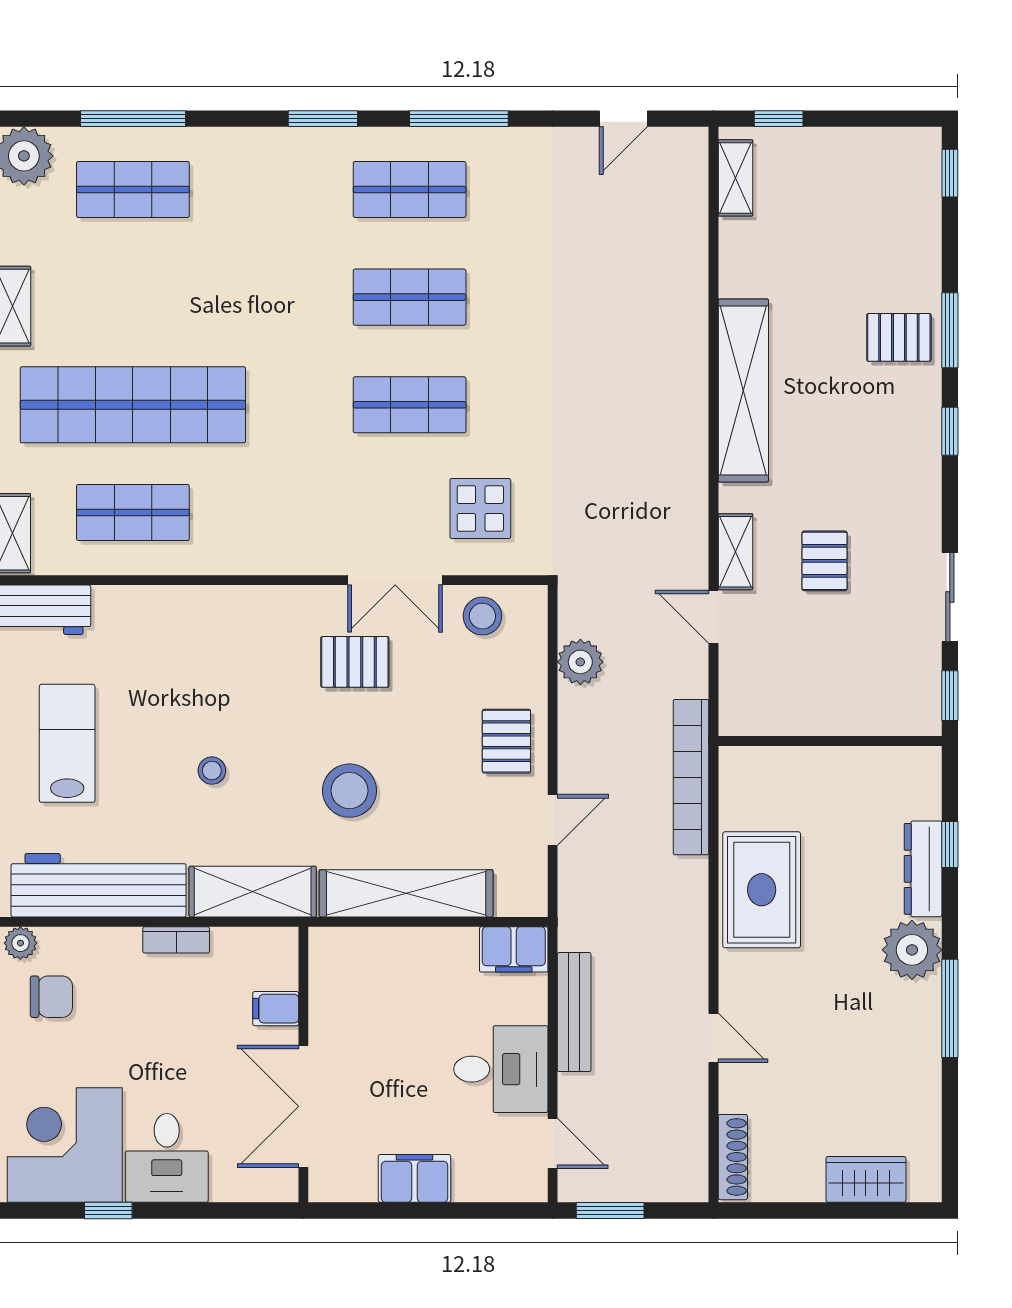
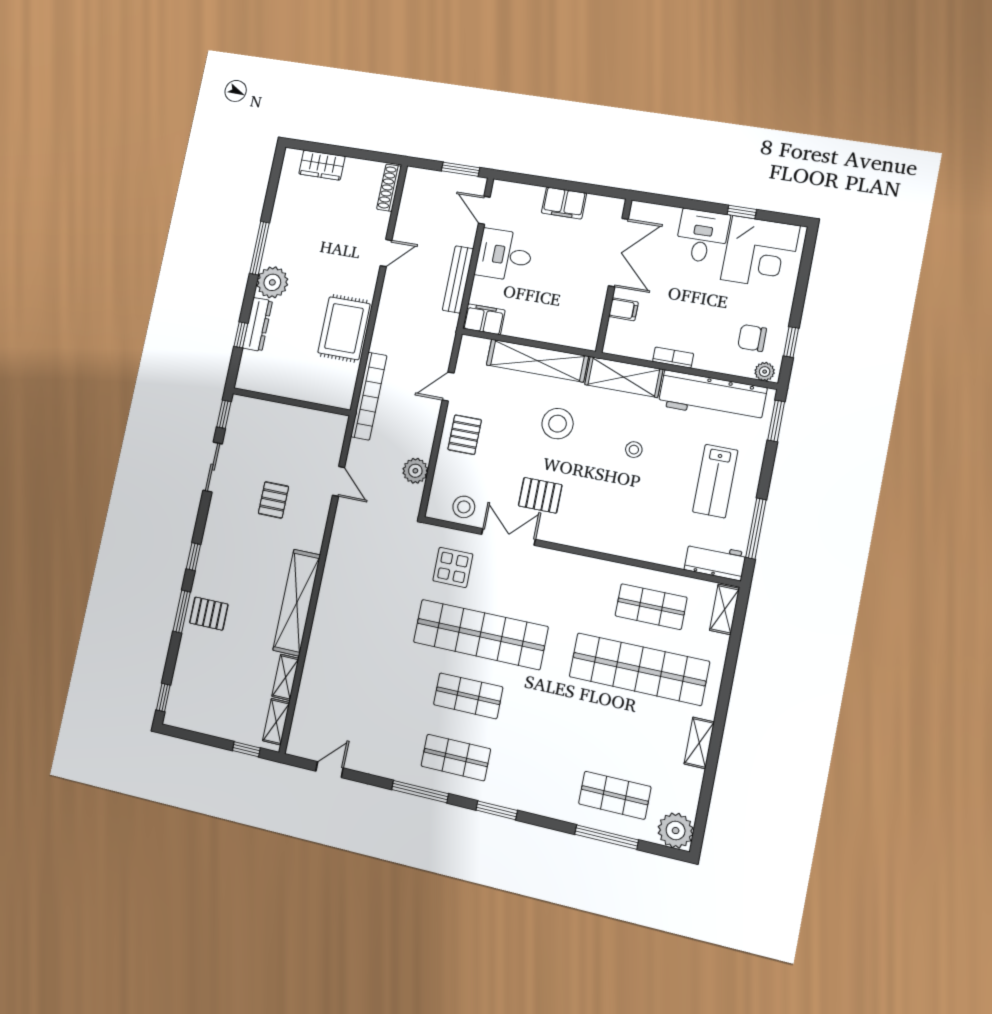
shop shelf: (410, 405) -> (480, 634), width x2.00, depth x1.36
shelving: (735, 552) -> (285, 677), moved
door: (713, 1038) -> (386, 253), swing flipped

